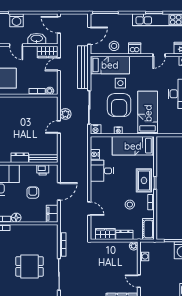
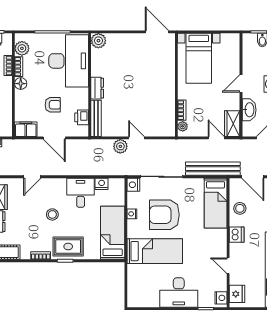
side table: (120, 83) -> (192, 216), removed
plant: (65, 114) -> (120, 146), moved
stool: (130, 205) -> (52, 214), moved

